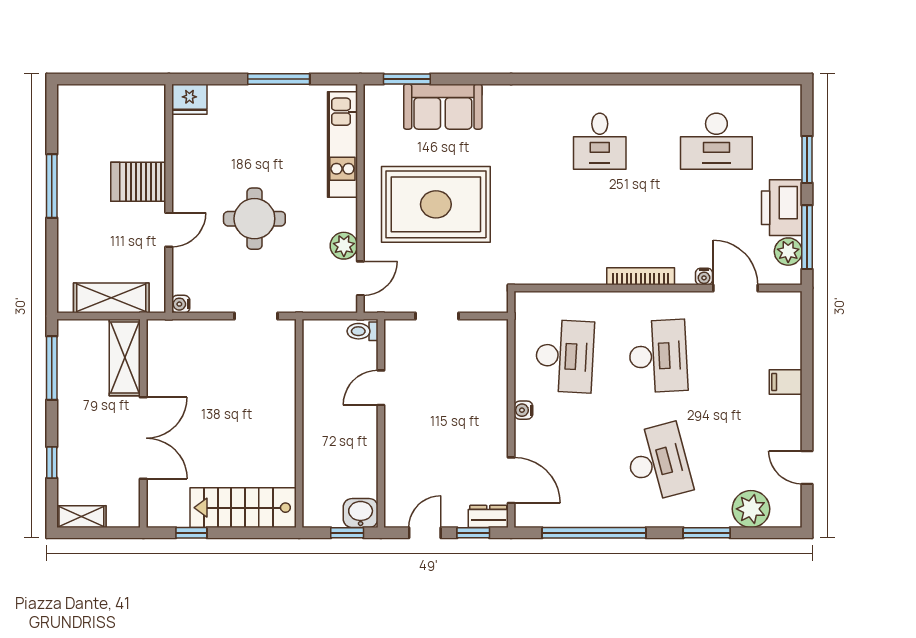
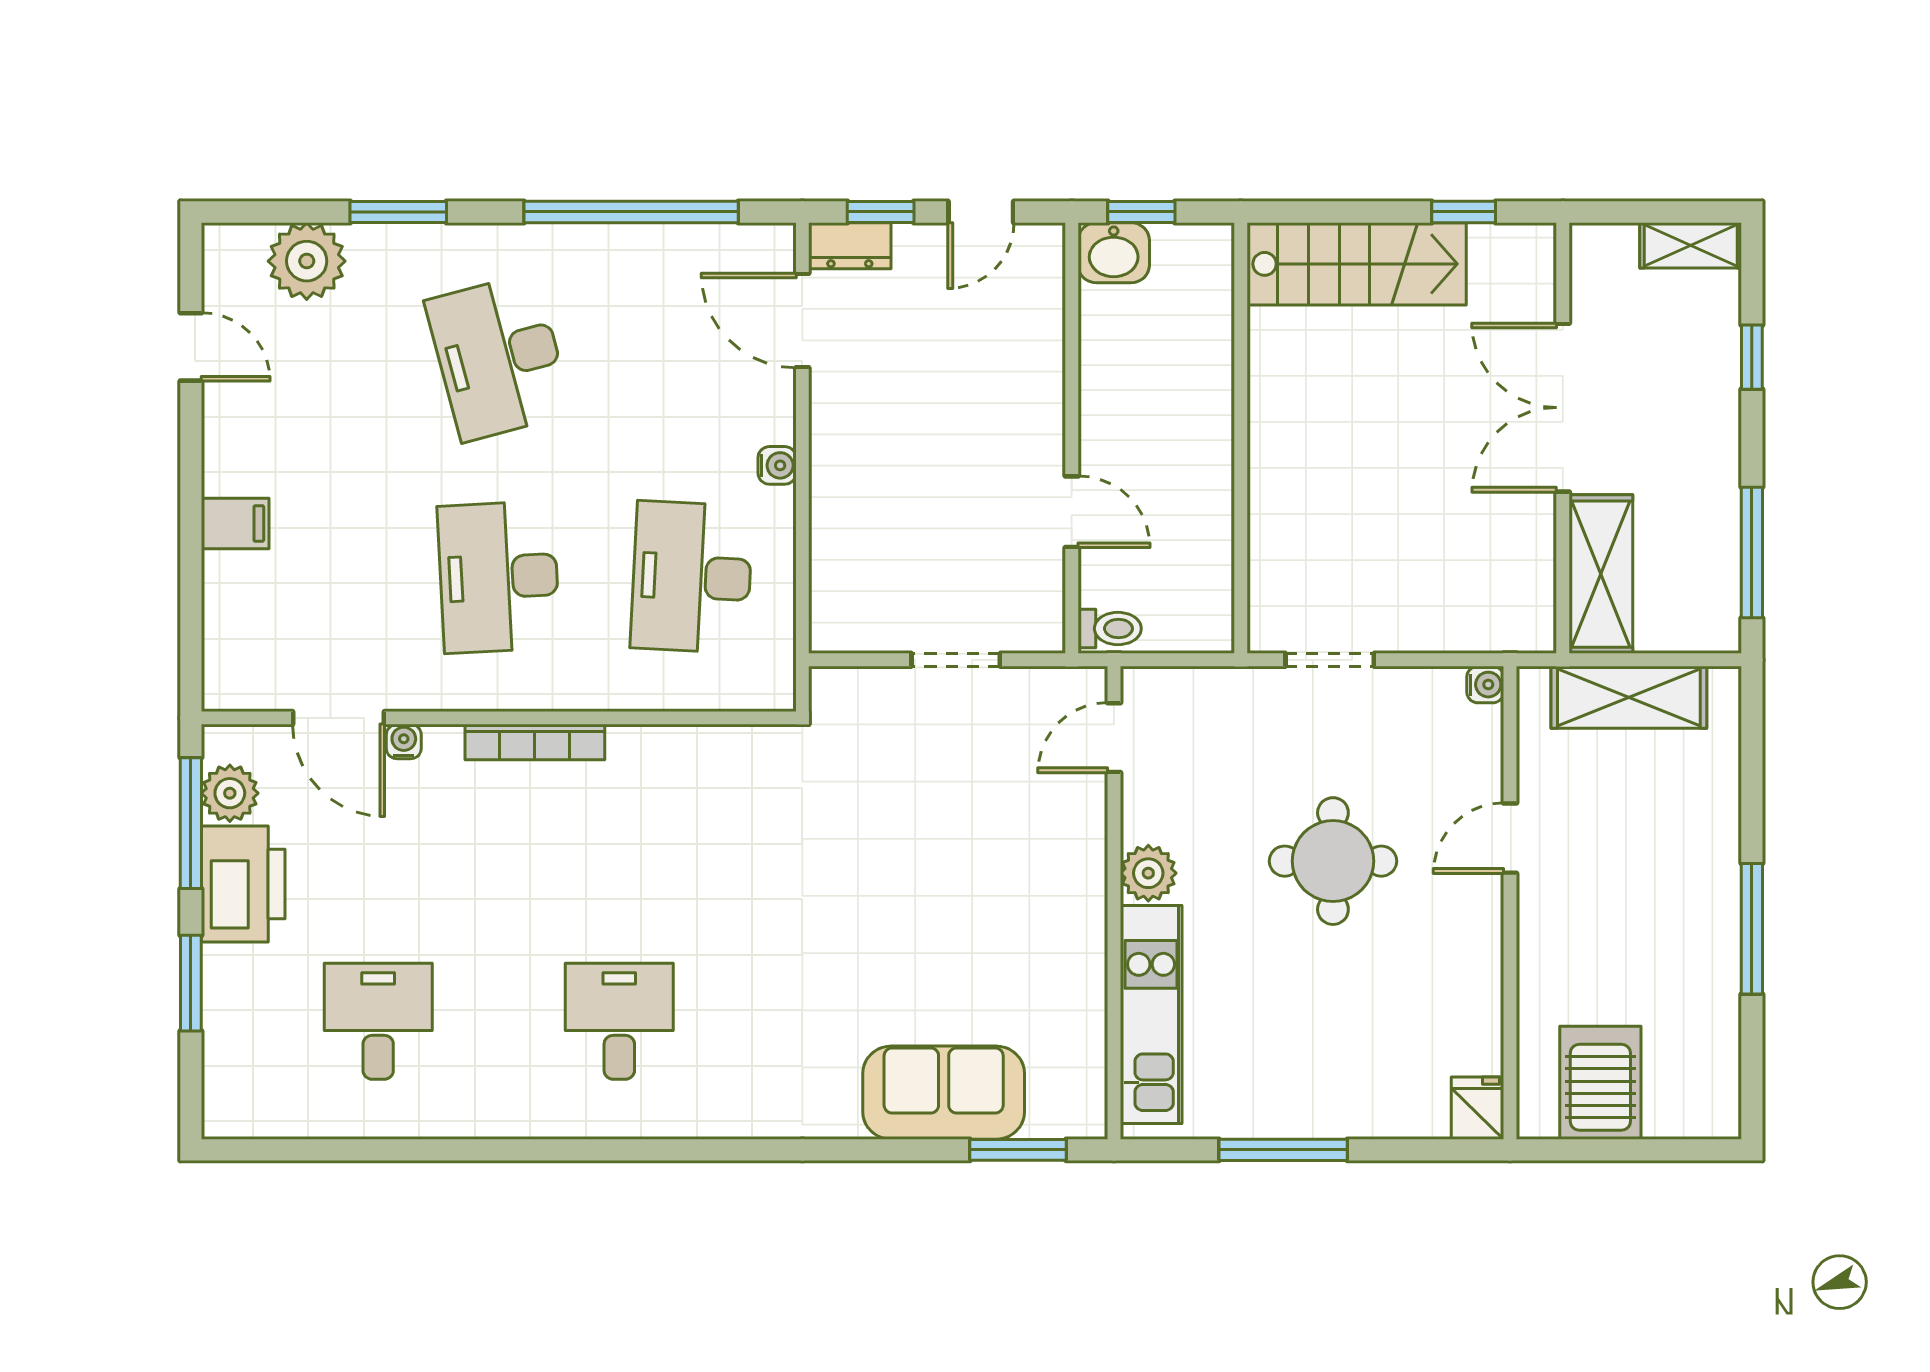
fridge: (189, 99) -> (1477, 1108), width x0.72
desk: (716, 141) -> (378, 1021), width x0.73
server rack: (138, 182) -> (1600, 1083), moved, turned -90
rug: (436, 204) -> (958, 891), removed
plant: (344, 246) -> (1148, 873), moved
door: (381, 388) -> (1072, 512), hinge flipped

